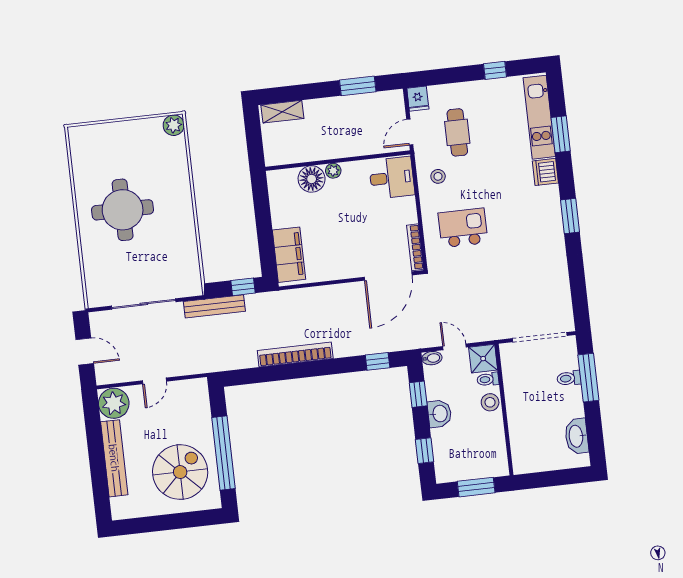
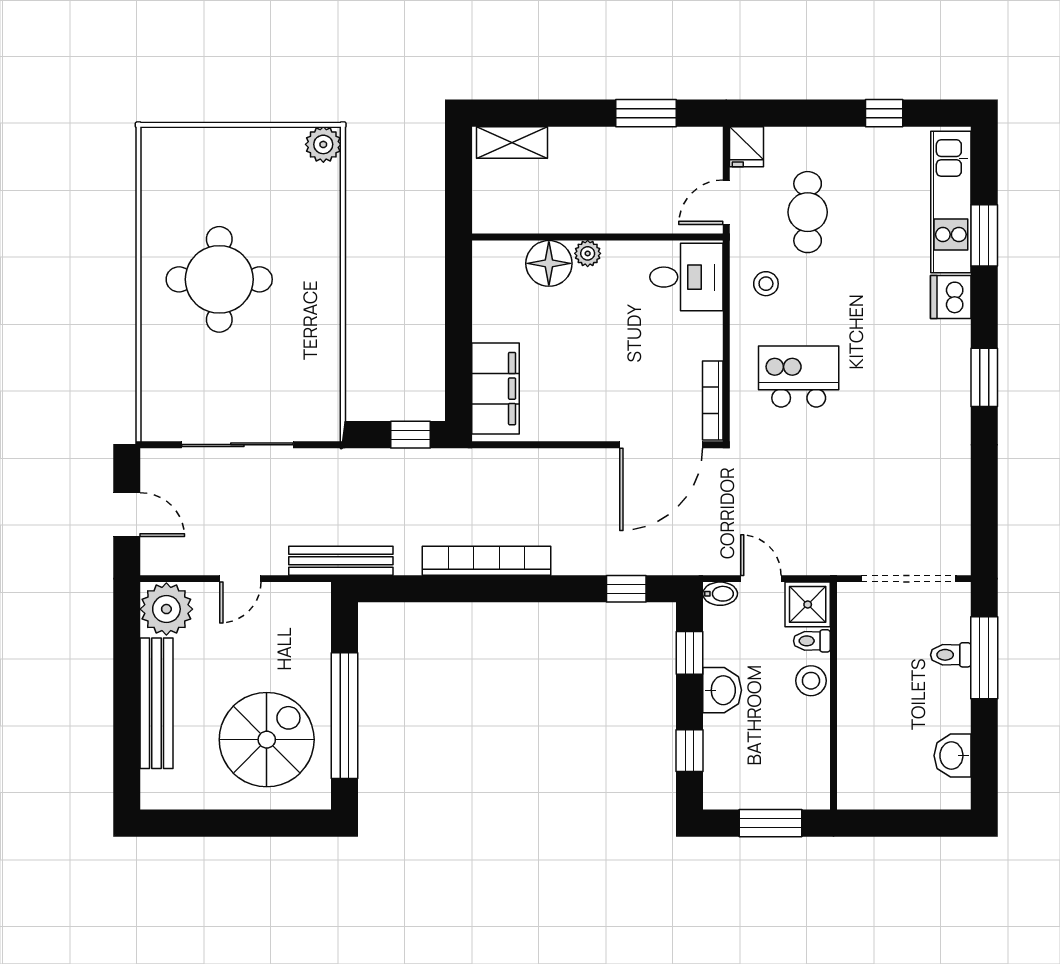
bench: (214, 306) -> (341, 561), moved
washbasin: (577, 436) -> (953, 756), width x0.72

